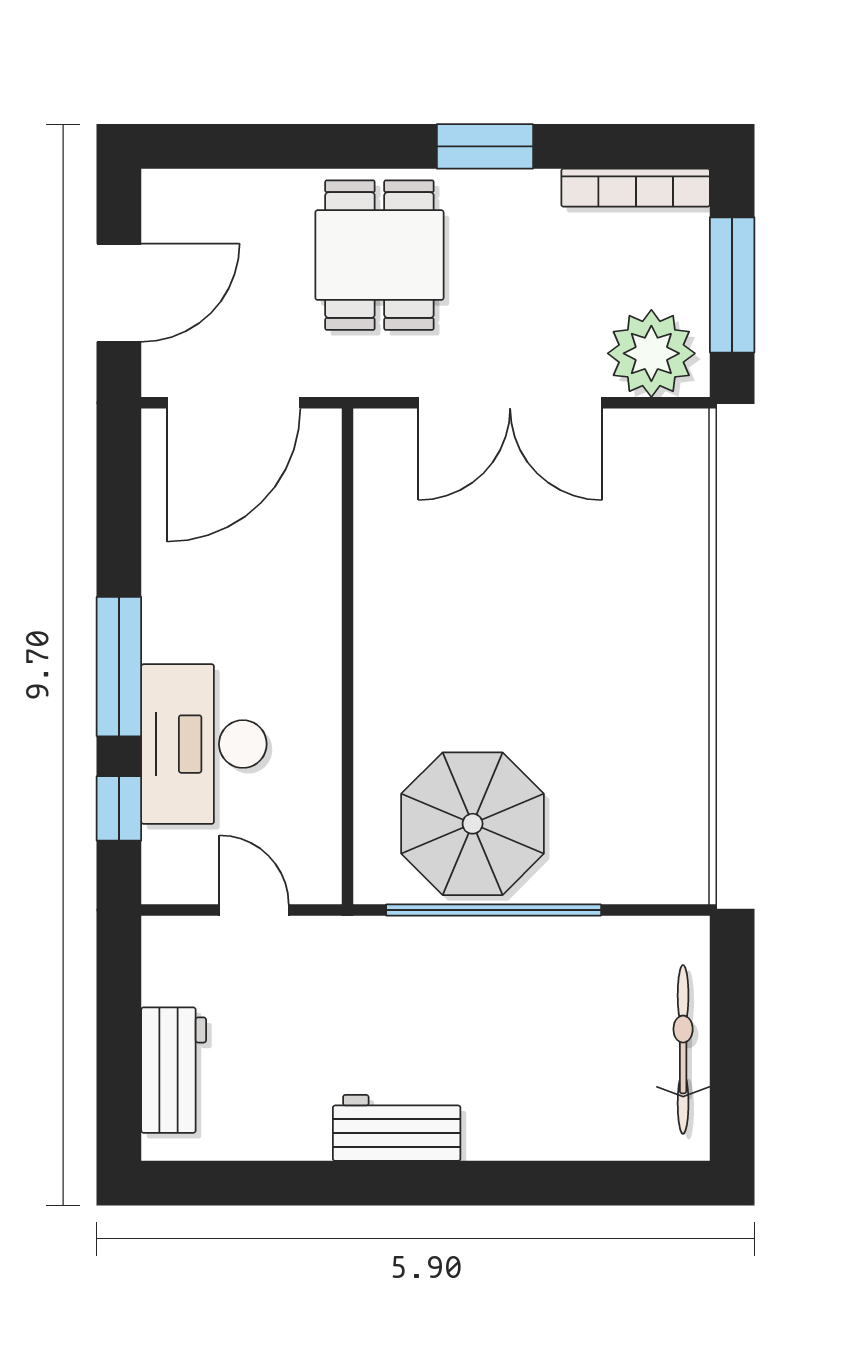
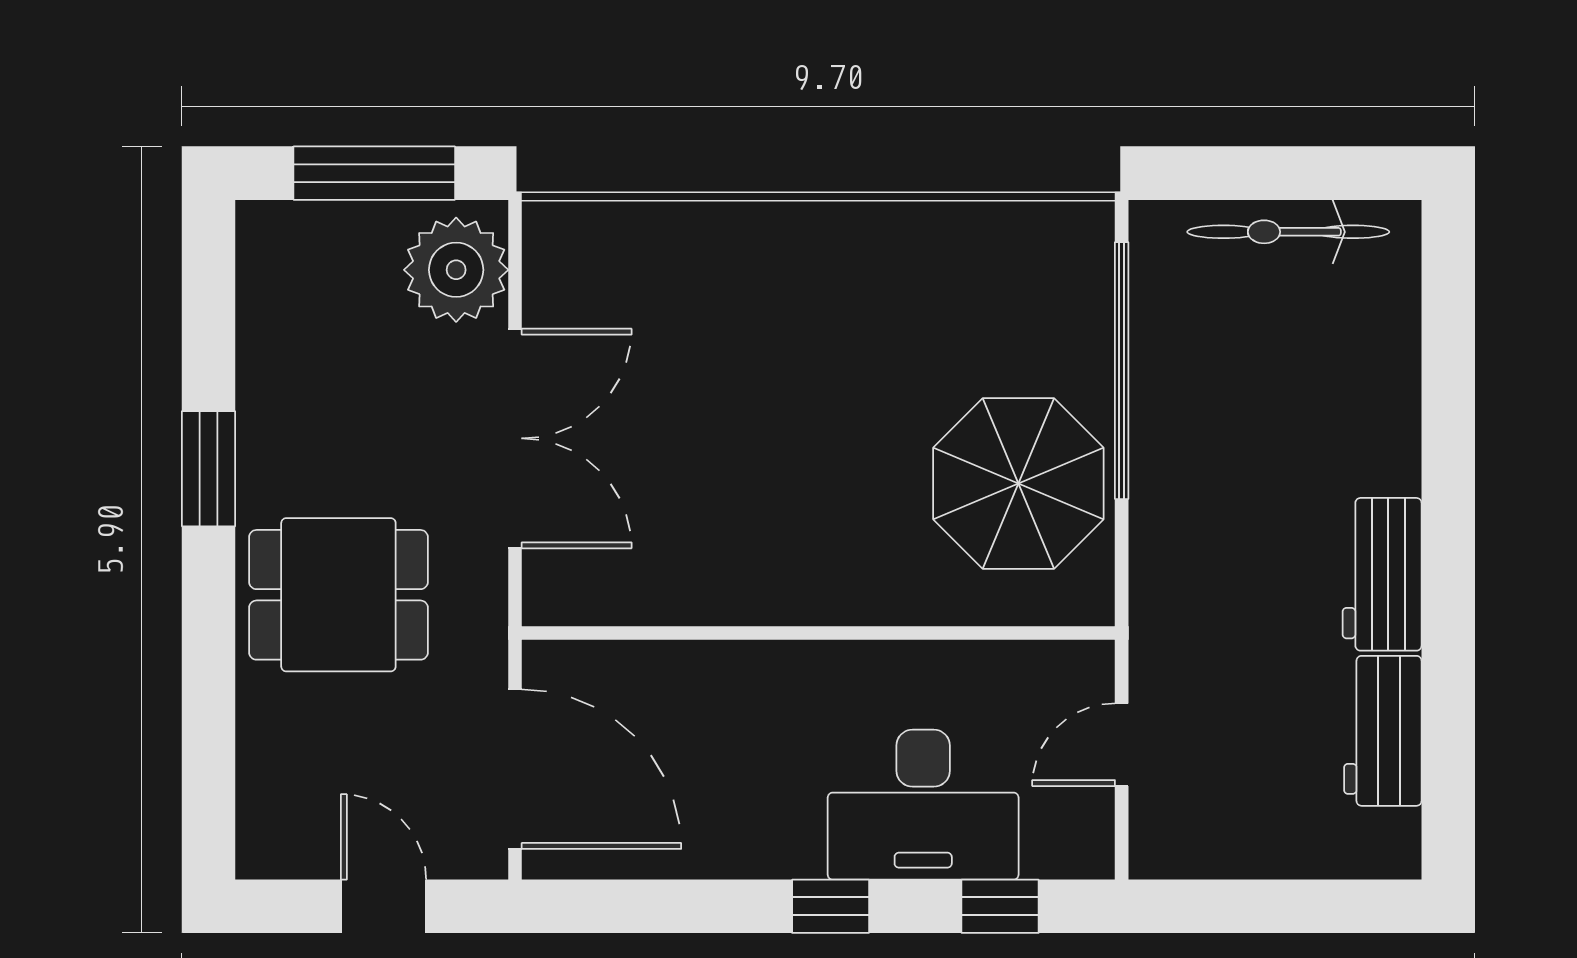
bookcase: (636, 188) -> (258, 289), removed
door: (119, 293) -> (384, 906), width x0.73
window: (119, 667) -> (831, 906), width x0.46
window: (494, 910) -> (1122, 371), moved
workbench: (174, 1070) -> (1383, 731), moved, turned -90

